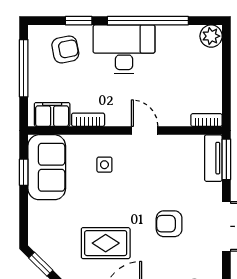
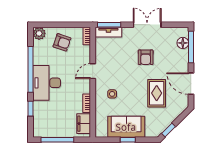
armchair: (65, 49) -> (62, 42), moved, turned 120
sofa: (47, 167) -> (126, 127), moved
window: (24, 172) -> (128, 140), moved

